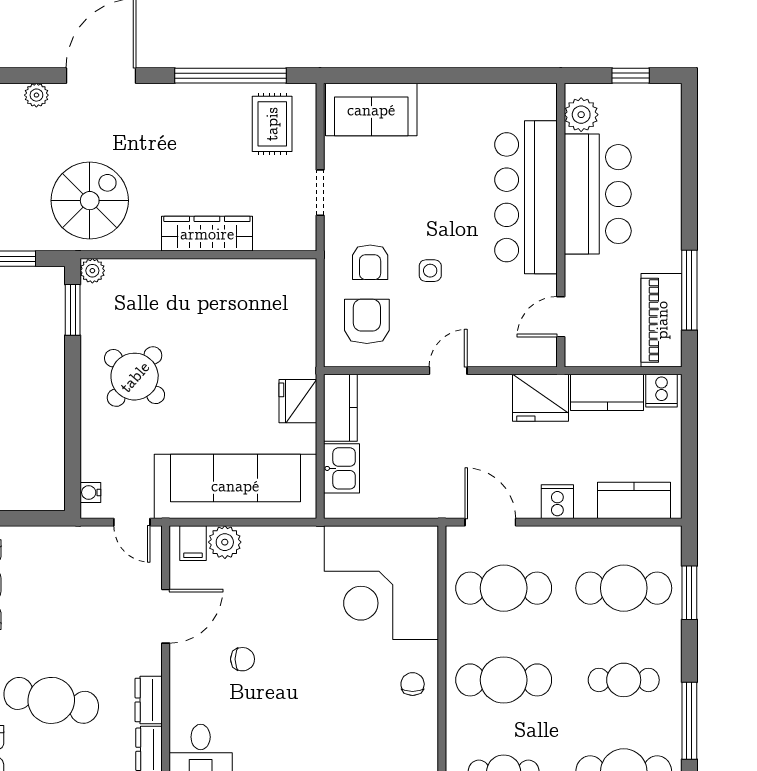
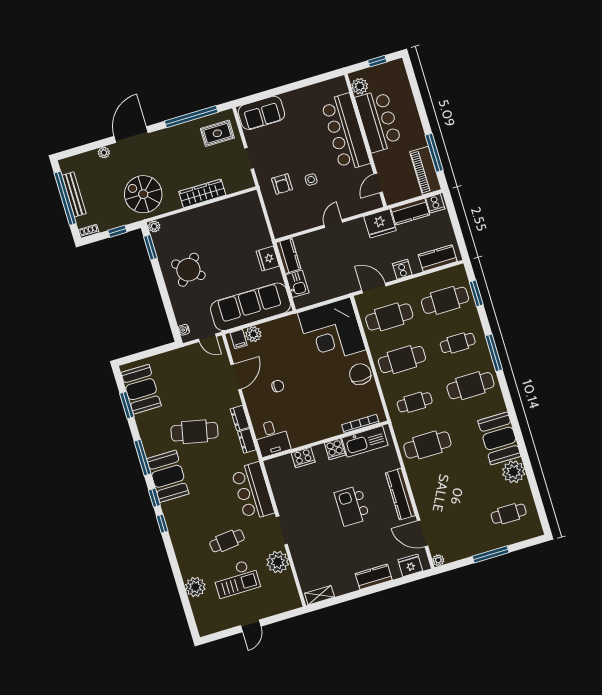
rug: (272, 124) -> (217, 133), turned 90
spiral stairs: (90, 201) -> (143, 194), turned -90
armchair: (367, 321) -> (289, 212), removed
chair: (413, 684) -> (360, 374), width x1.87, depth x1.87

